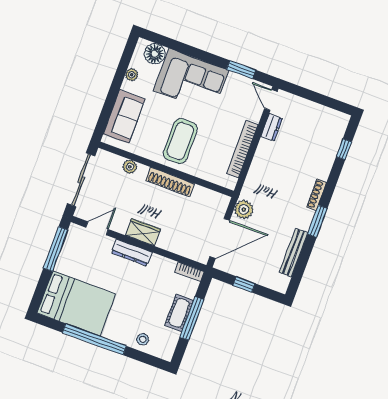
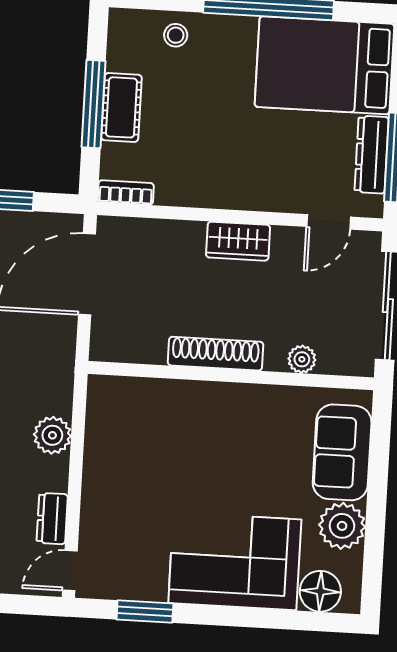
plant: (132, 75) -> (342, 526), width x1.87, depth x1.87
door: (271, 100) -> (70, 571), swing flipped
coffee table: (180, 141) -> (220, 438), removed
bookcase: (242, 149) -> (96, 459), removed
plant: (244, 209) -> (52, 435), moved
dresser: (132, 252) -> (372, 155), moved, turned -90

